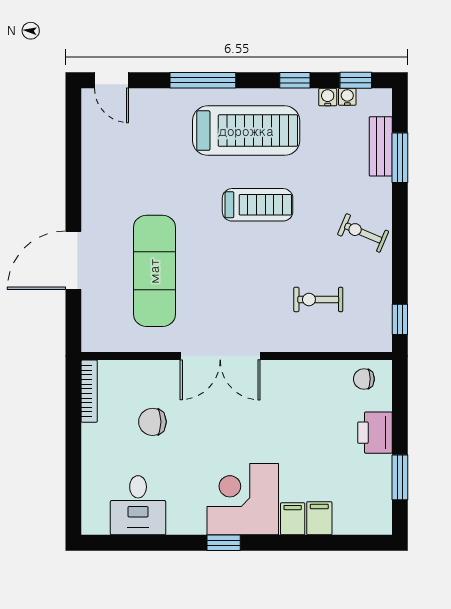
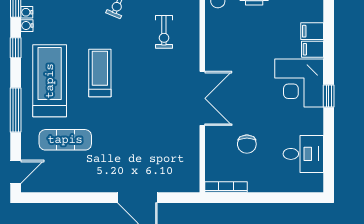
exercise mat: (154, 271) -> (65, 140), moved, width x0.73, depth x0.69

